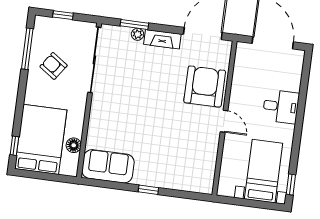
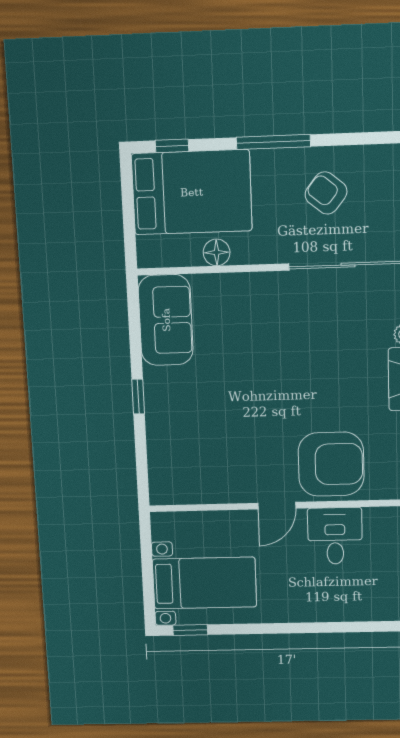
window: (27, 49) -> (273, 142), moved
armchair: (54, 66) -> (326, 193), turned -86
desk: (281, 107) -> (335, 536), moved, turned 180
floor lamp: (74, 145) -> (217, 252), moved

